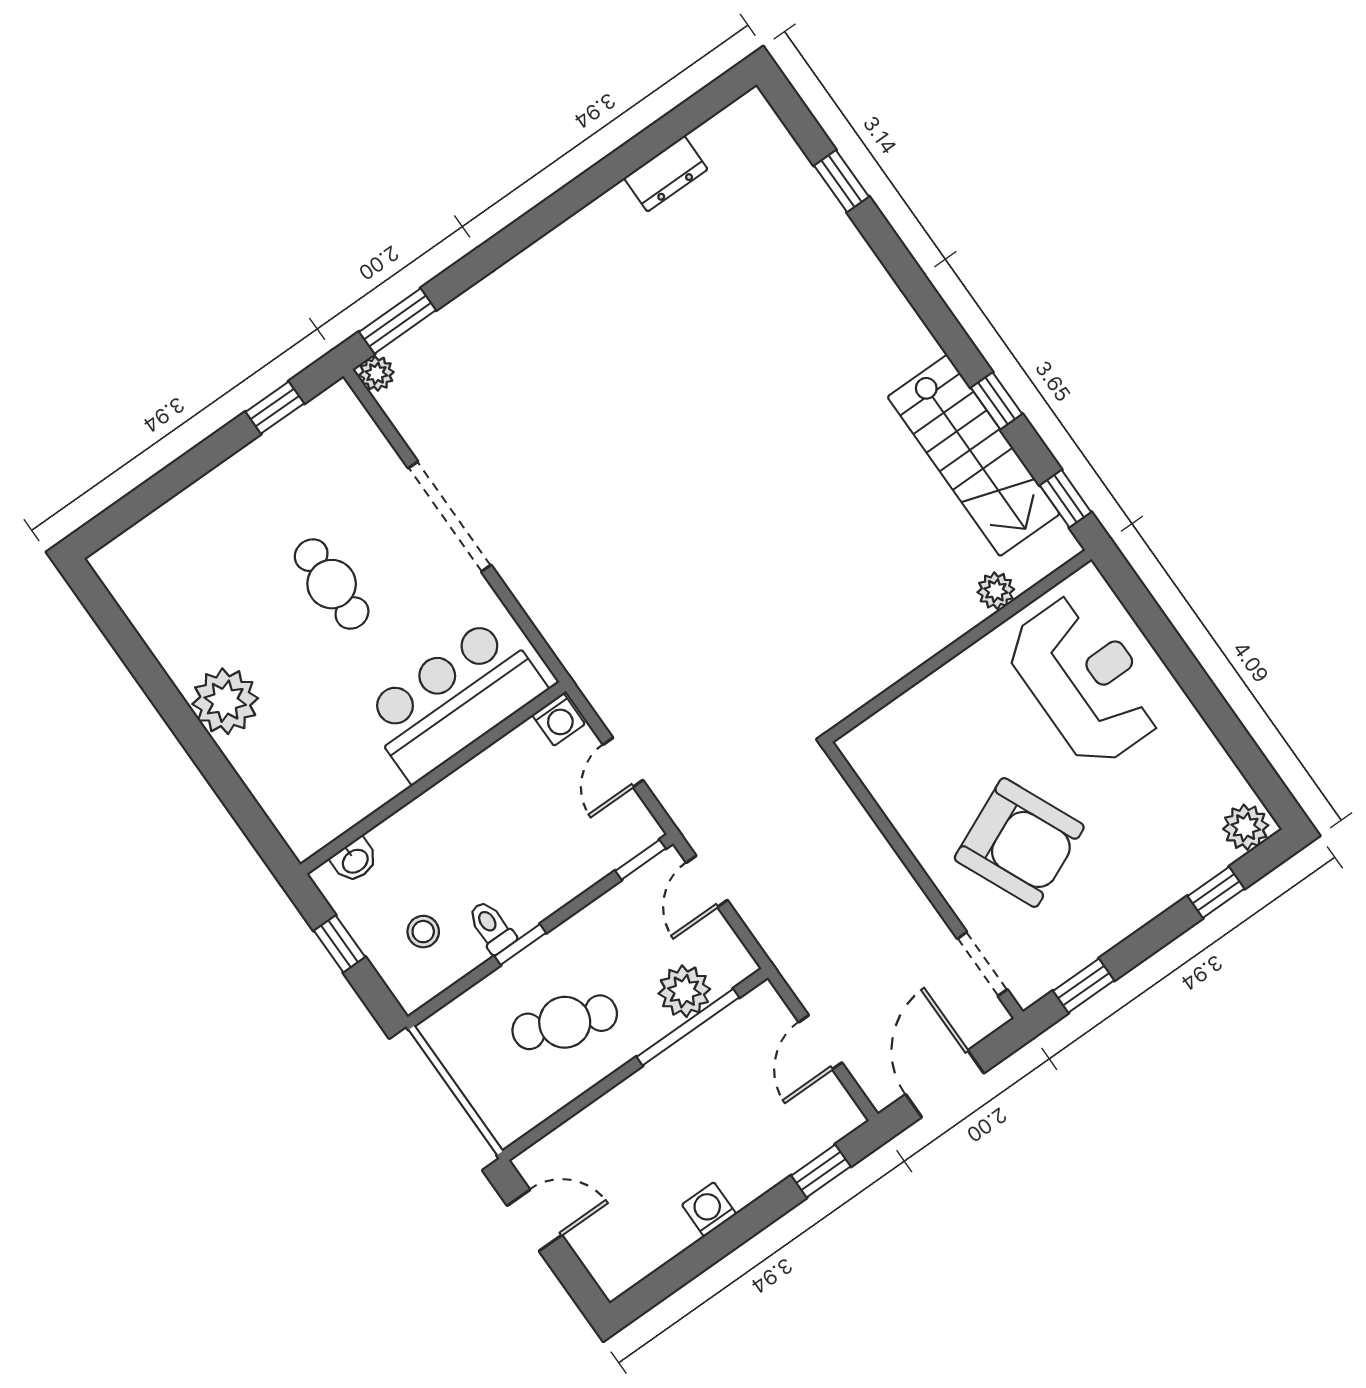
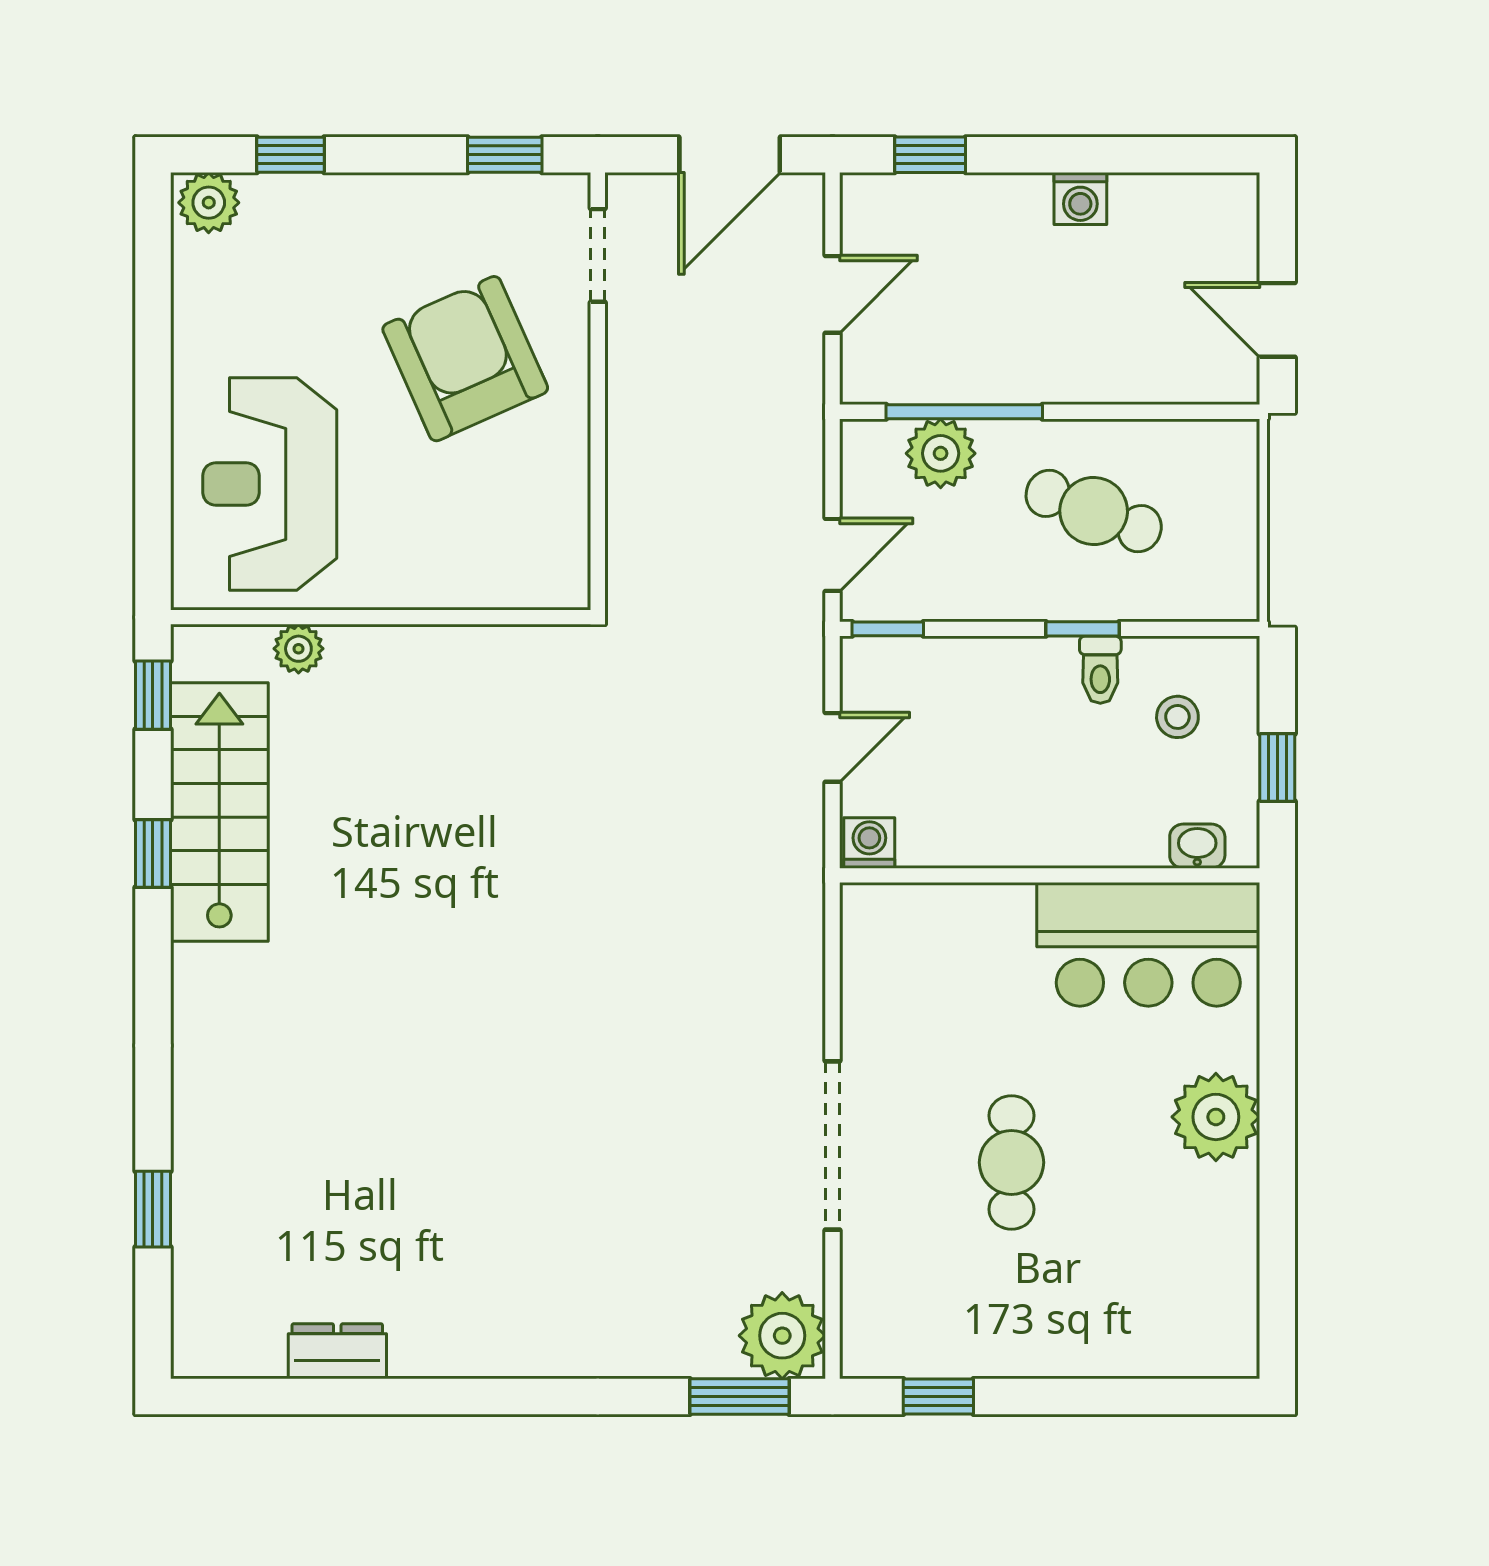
plant: (376, 374) -> (782, 1336), width x1.87, depth x1.87
bar counter: (454, 699) -> (1148, 944), moved

